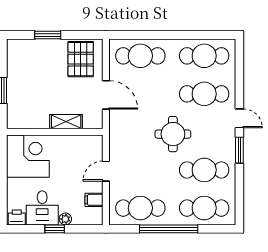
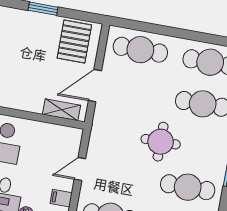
door: (106, 95) -> (95, 86), swing flipped
shelving: (66, 122) -> (62, 110), moved

